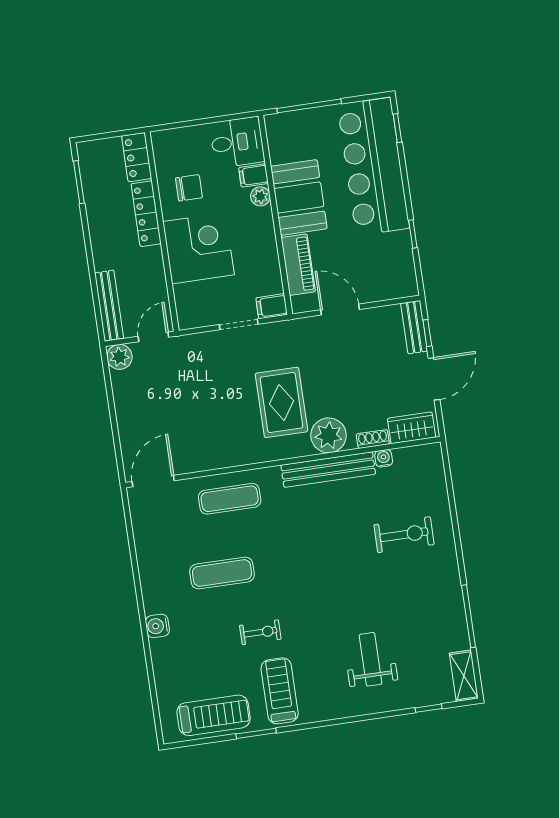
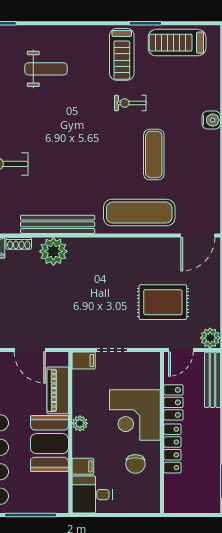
locker: (137, 157) -> (173, 402), moved
chair: (189, 188) -> (135, 464), turned -90
plant: (260, 196) -> (80, 423), moved
rug: (281, 402) -> (163, 302), moved, turned 90
water cooler: (384, 458) -> (12, 227), removed
exercise mat: (230, 499) -> (139, 213), width x1.36, depth x1.45
exercise mat: (222, 573) -> (154, 155), turned 90
weight bench: (371, 659) -> (46, 69), turned -90

